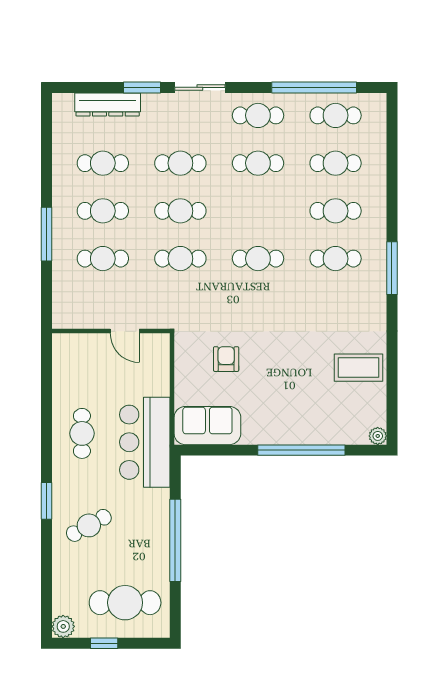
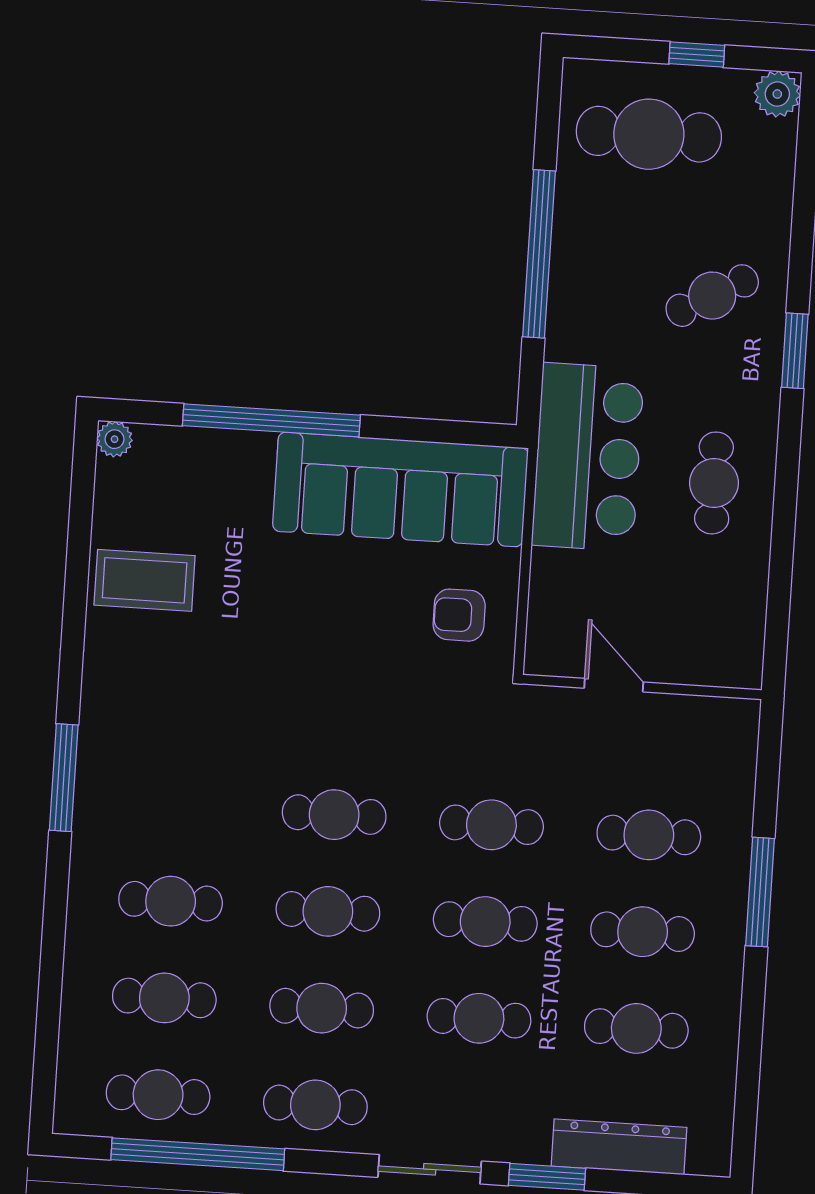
cafe table: (336, 259) -> (328, 911), moved
armchair: (226, 359) -> (459, 615), moved, turned 90
sofa: (207, 426) -> (400, 489), width x1.85, depth x1.27

